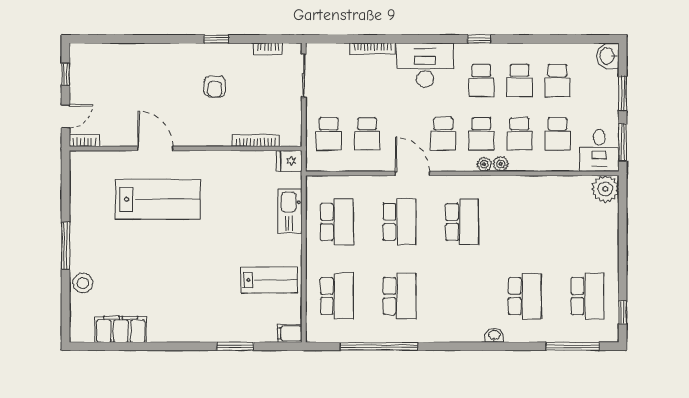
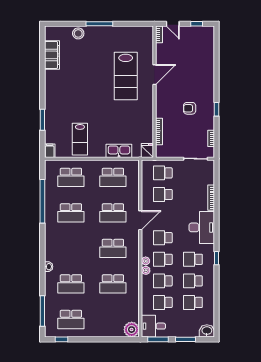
school desk: (525, 222) -> (113, 284), added

